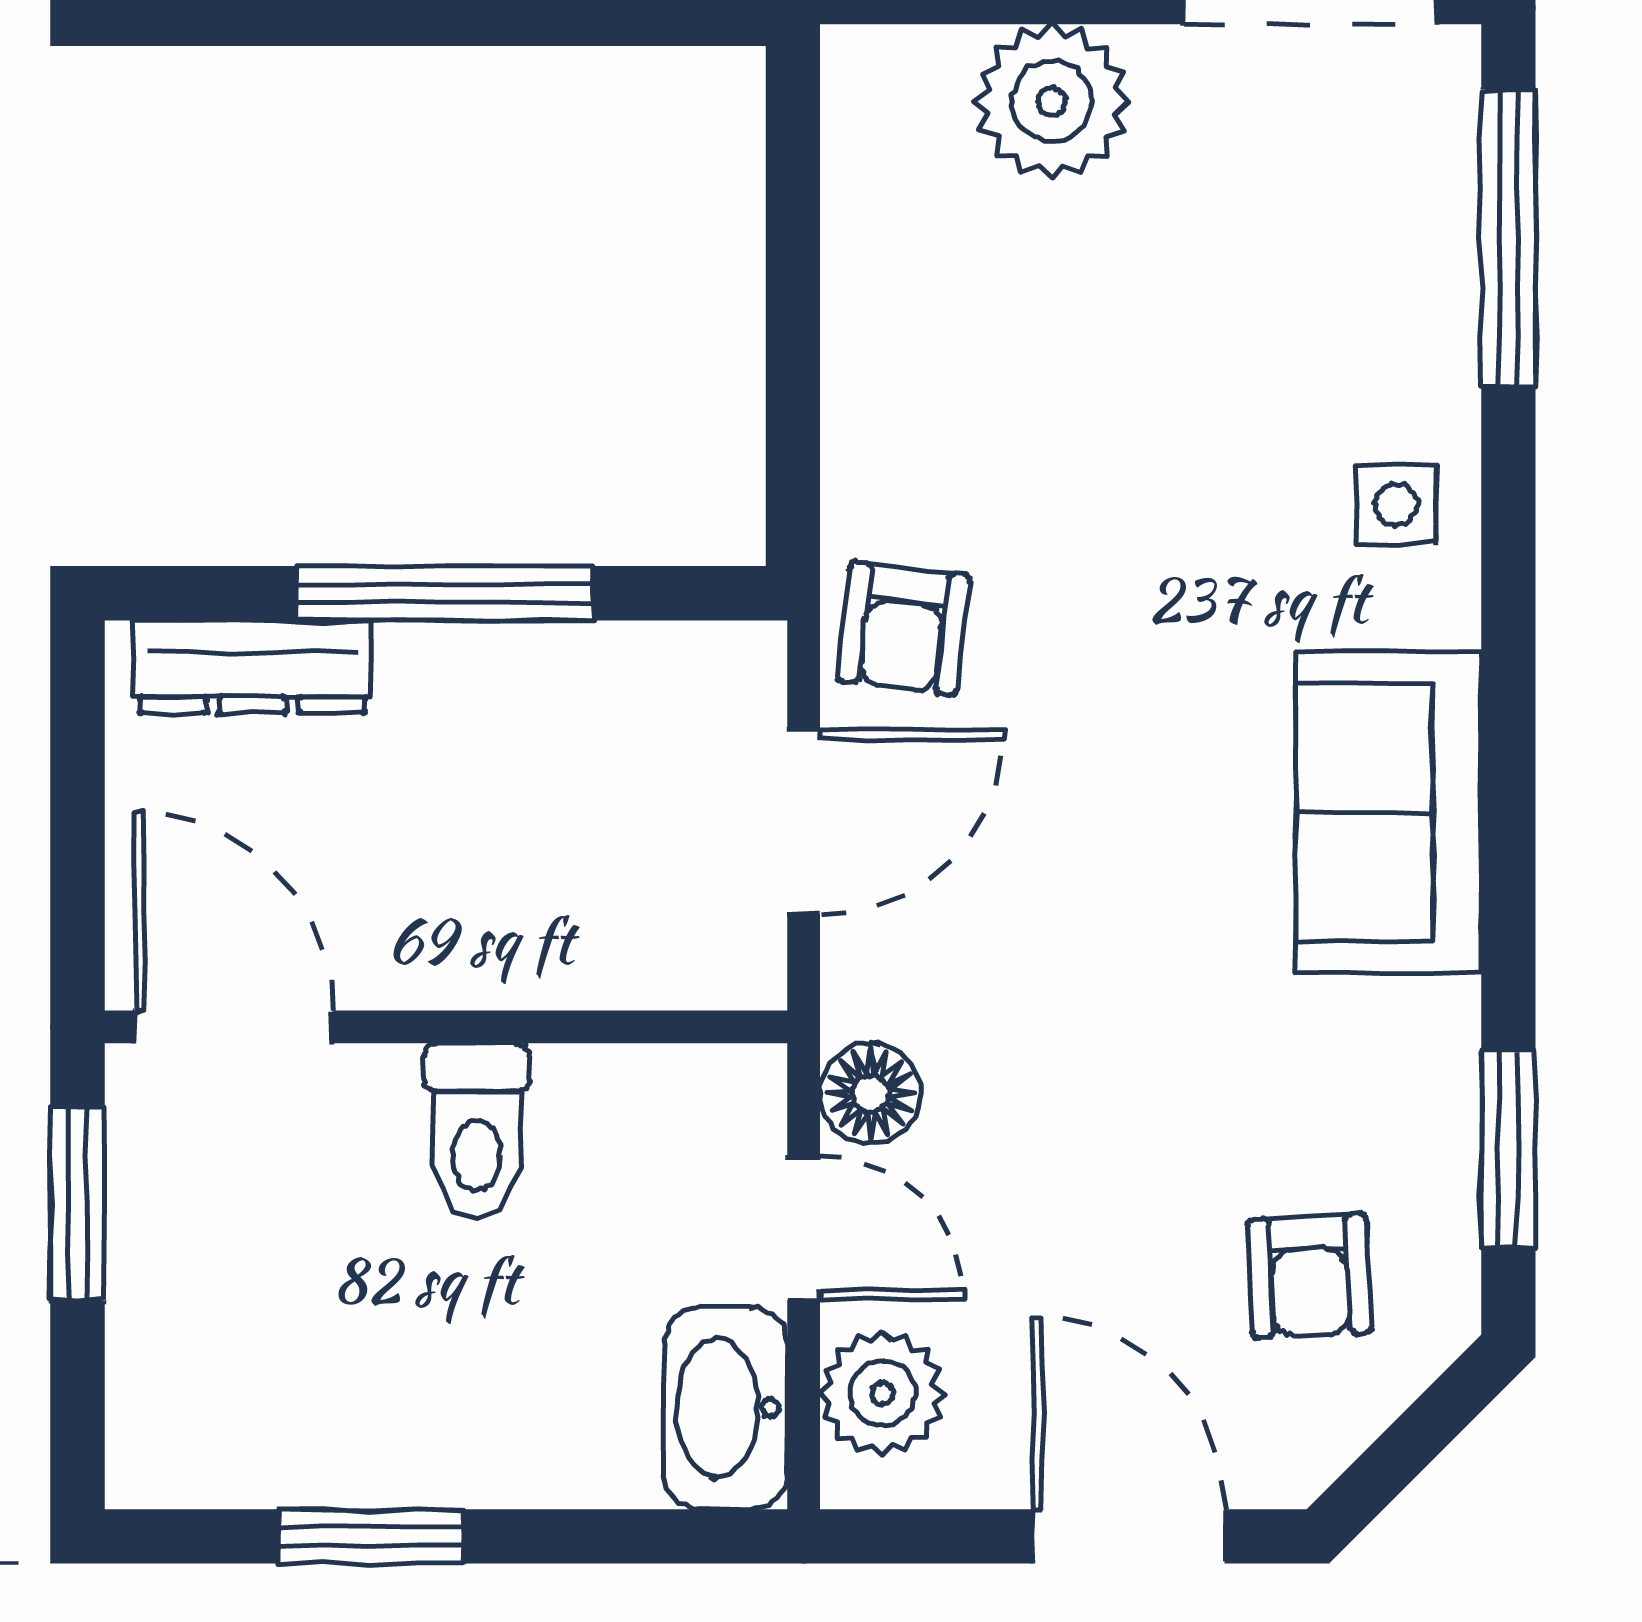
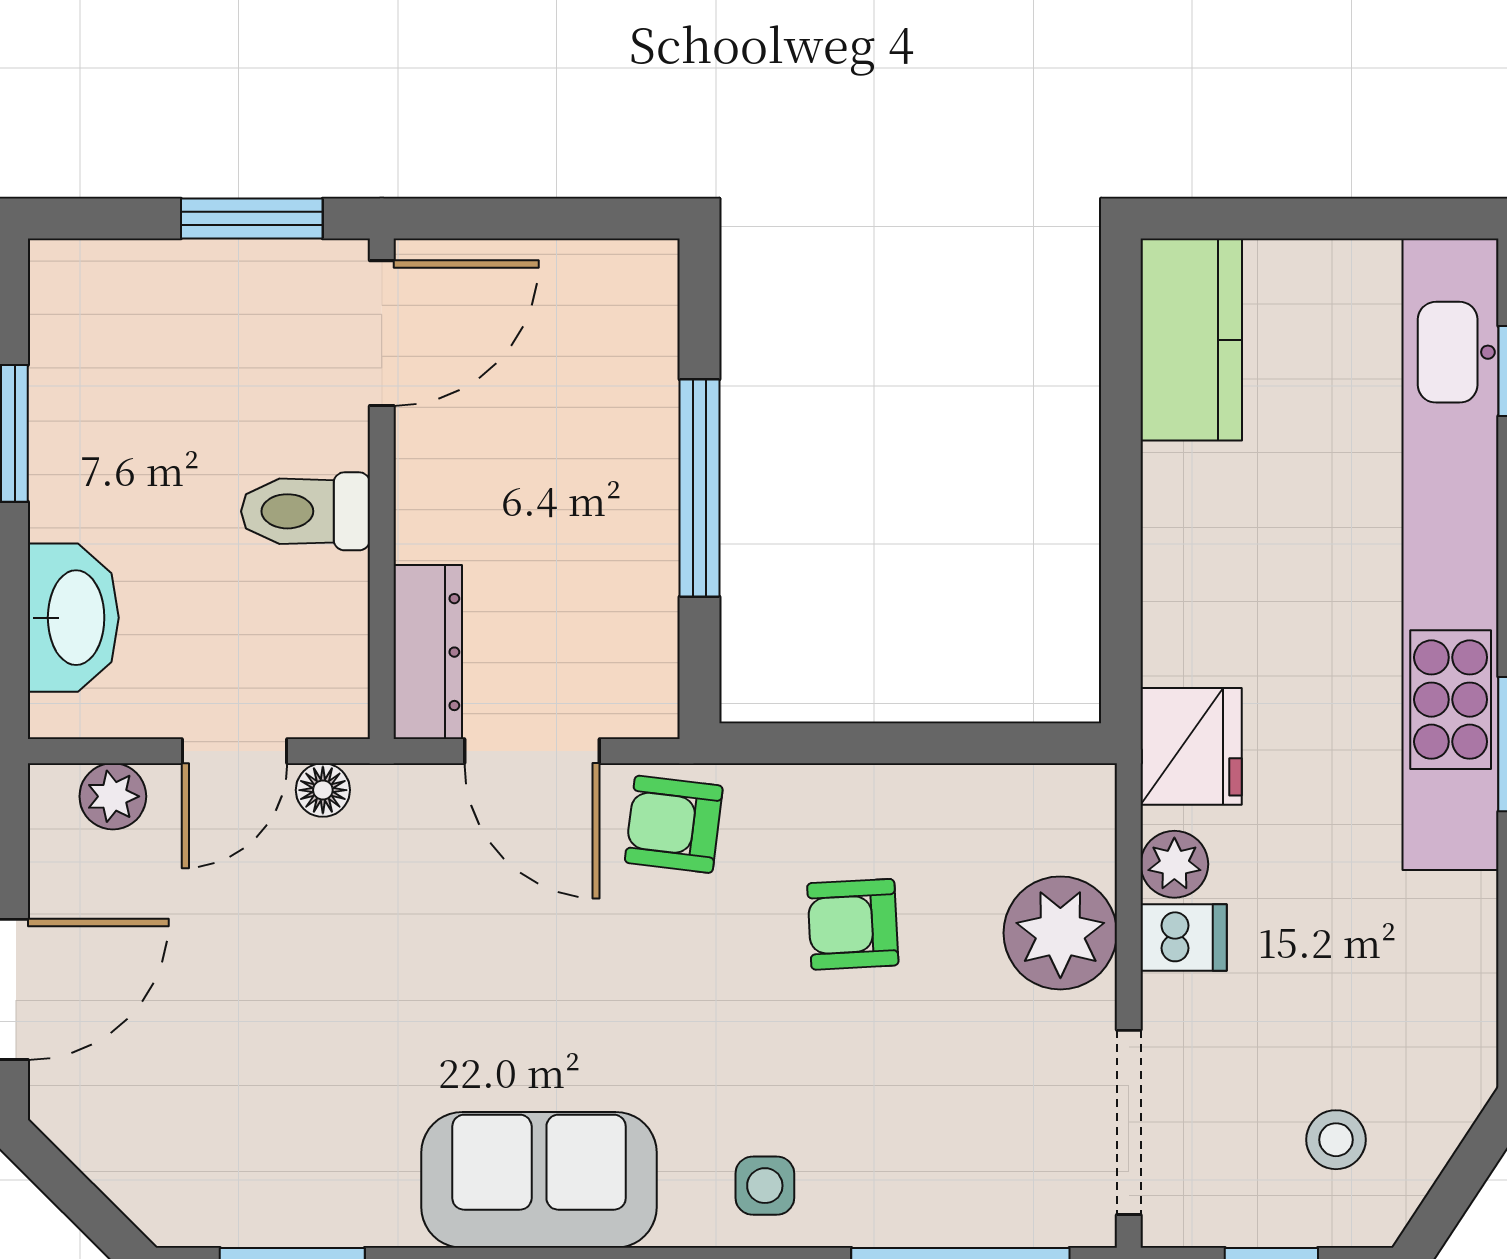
dresser: (252, 667) -> (428, 652), moved, turned 180
floor lamp: (870, 1093) -> (323, 790), width x0.73, depth x0.73
armchair: (1309, 1276) -> (853, 924), moved
plant: (882, 1394) -> (113, 796), width x0.73, depth x0.73
washbasin: (726, 1408) -> (73, 618), moved, turned 90

